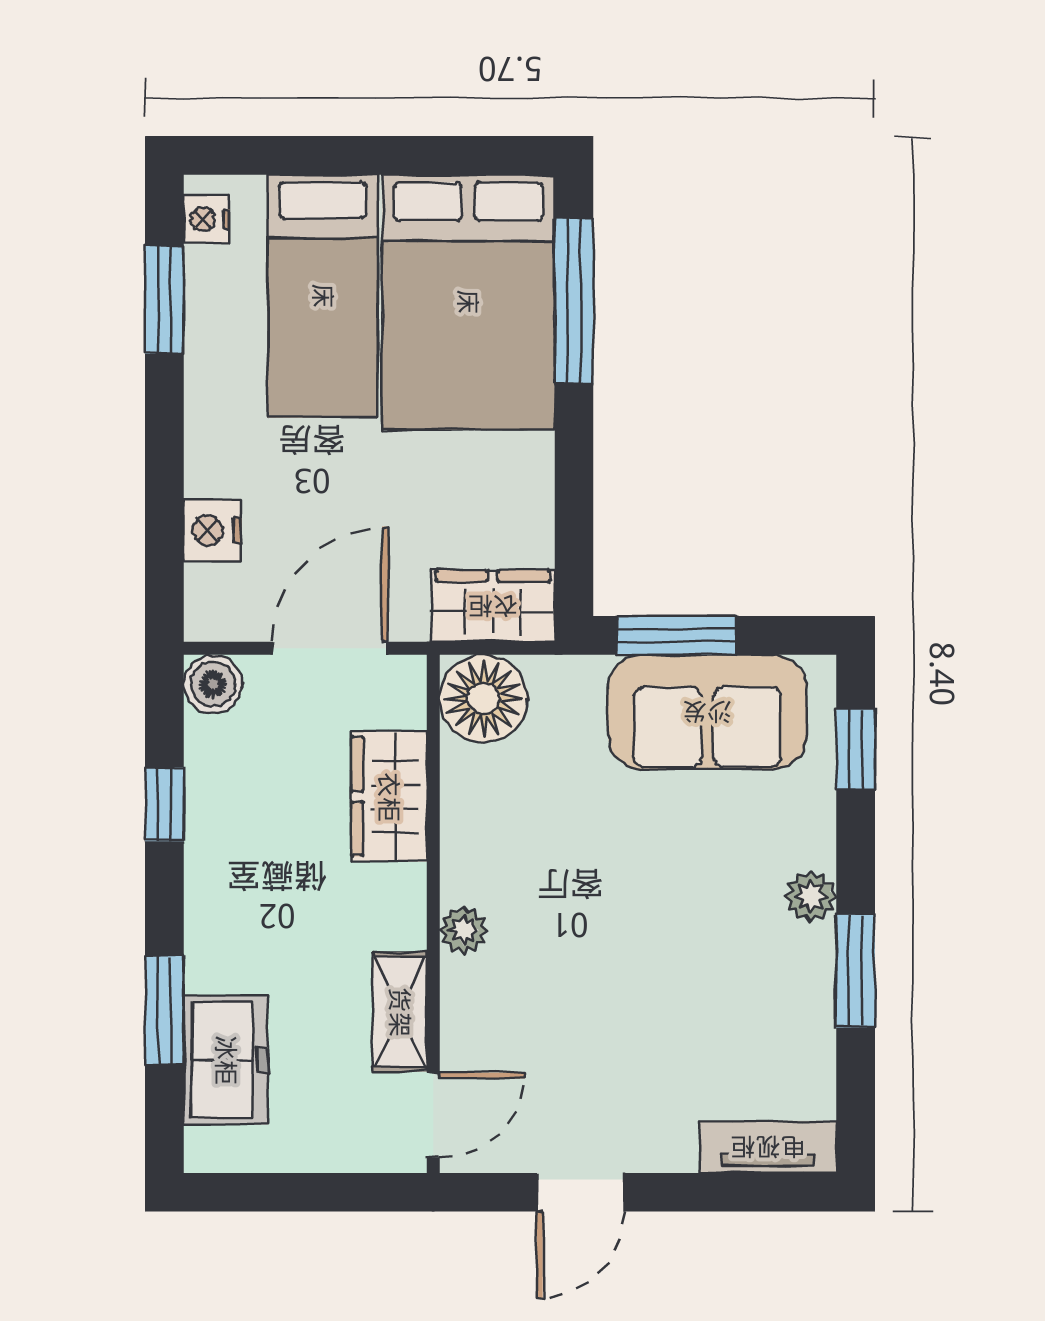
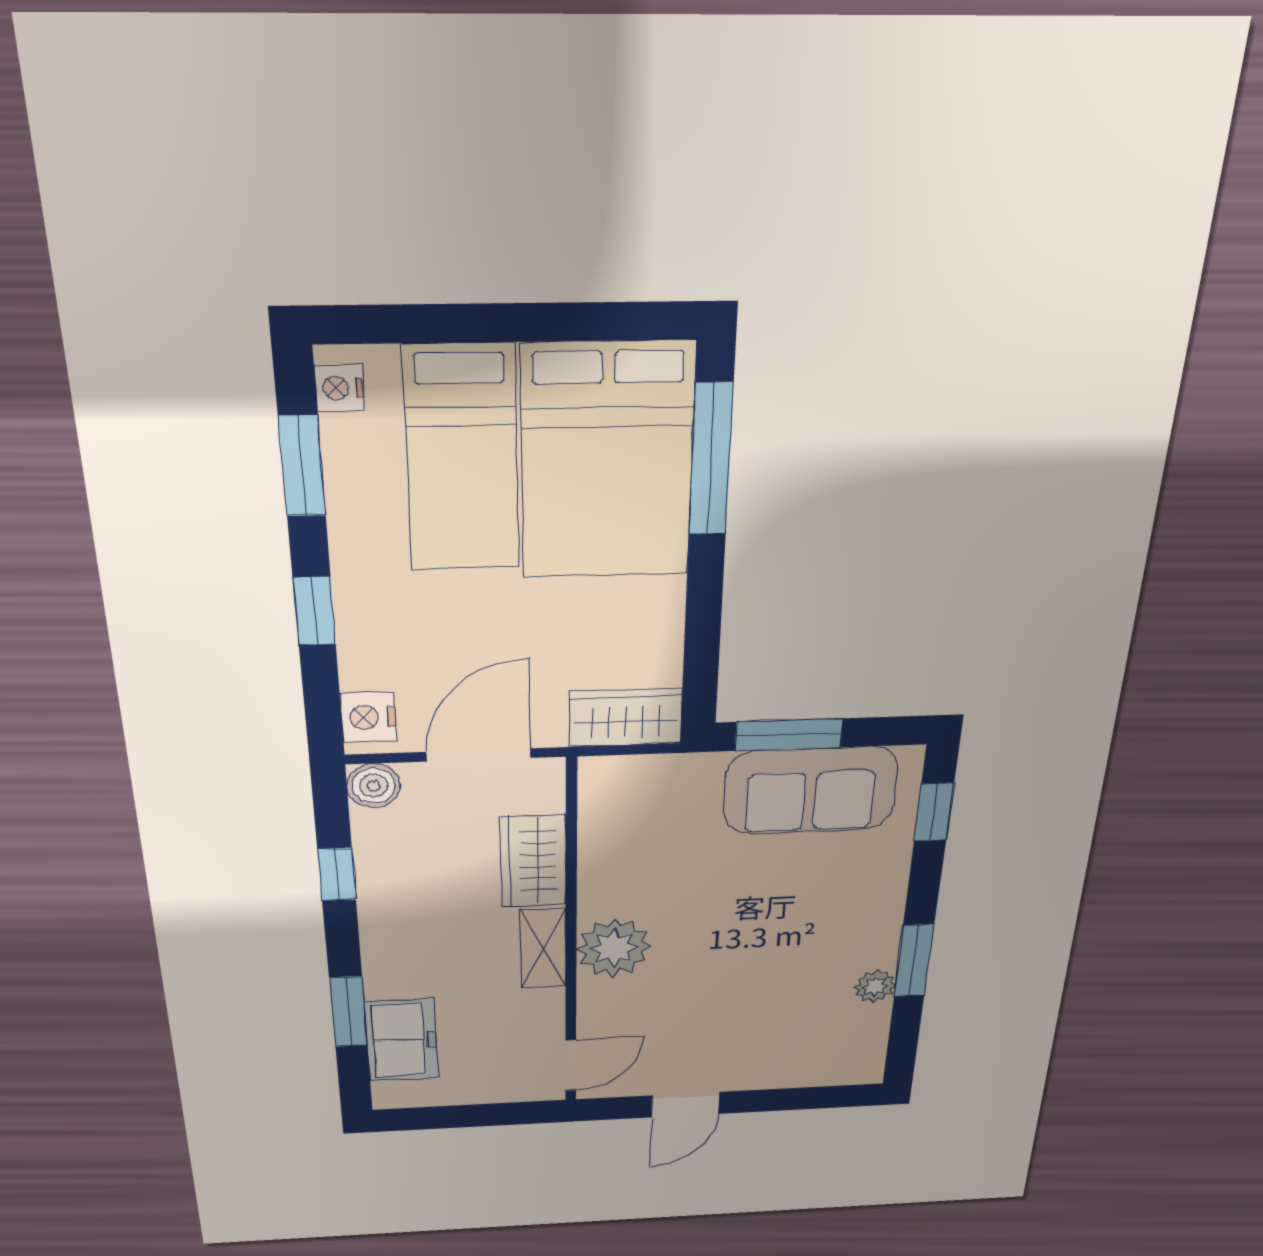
window: (164, 463) -> (315, 611), added
nightstand: (212, 531) -> (368, 717), moved
floor lamp: (484, 699) -> (616, 788), removed
plant: (811, 896) -> (875, 986), moved
plant: (464, 930) -> (614, 948), width x1.88, depth x1.88
shelving: (400, 1012) -> (543, 949), moved
tv unit: (768, 1147) -> (832, 1071), removed

